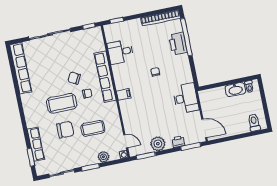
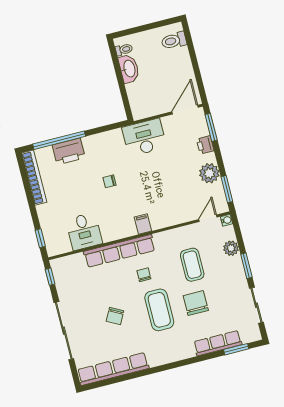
chair: (74, 78) -> (115, 316), moved

